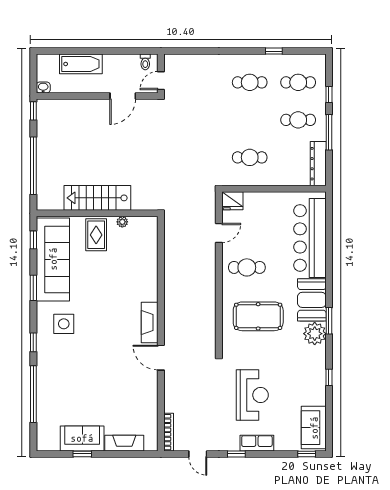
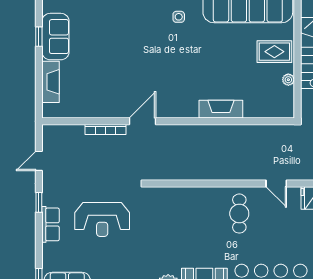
pool table: (258, 316) -> (187, 226), removed
fireplace: (150, 322) -> (221, 109), moved
side table: (64, 324) -> (179, 17), width x0.54, depth x0.54
bookcase: (169, 432) -> (106, 130), moved

